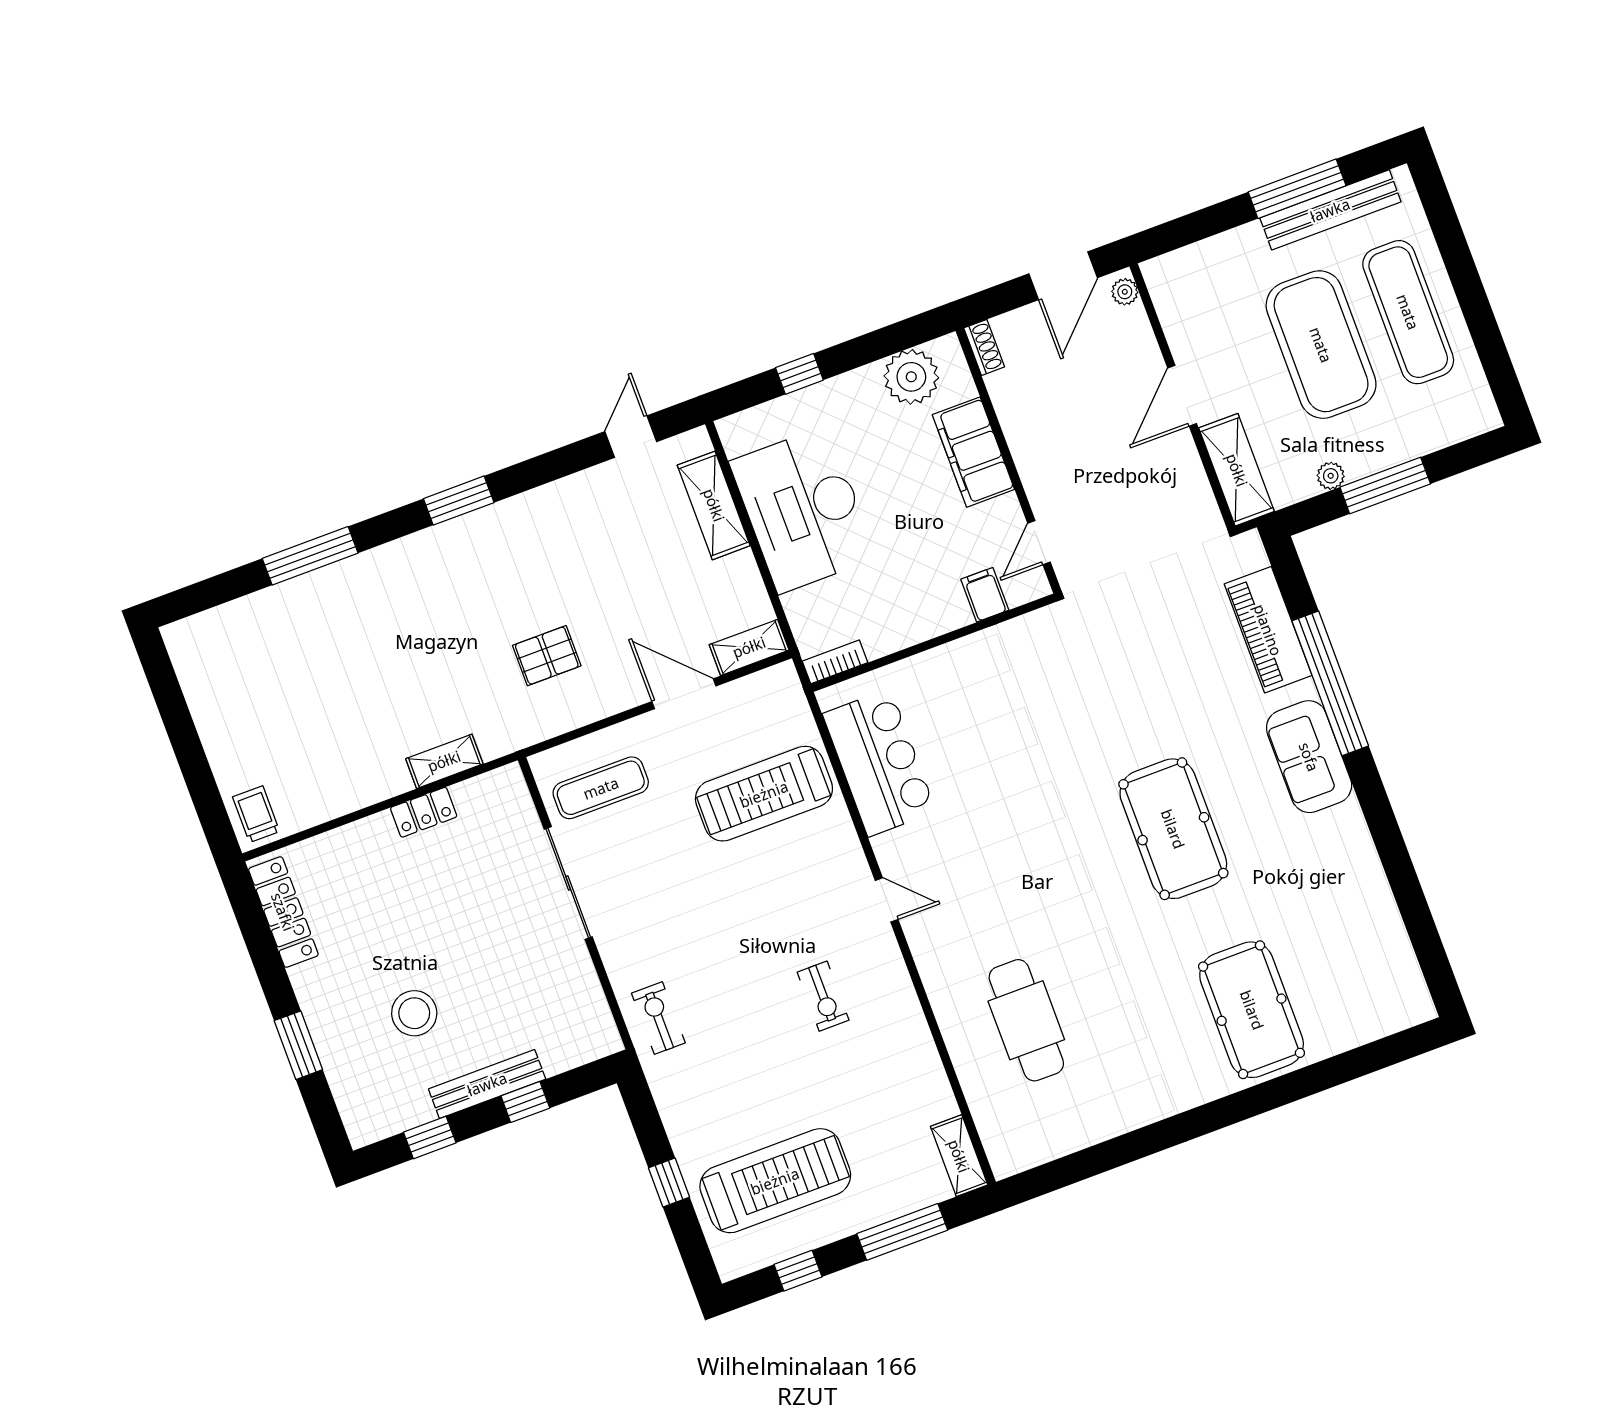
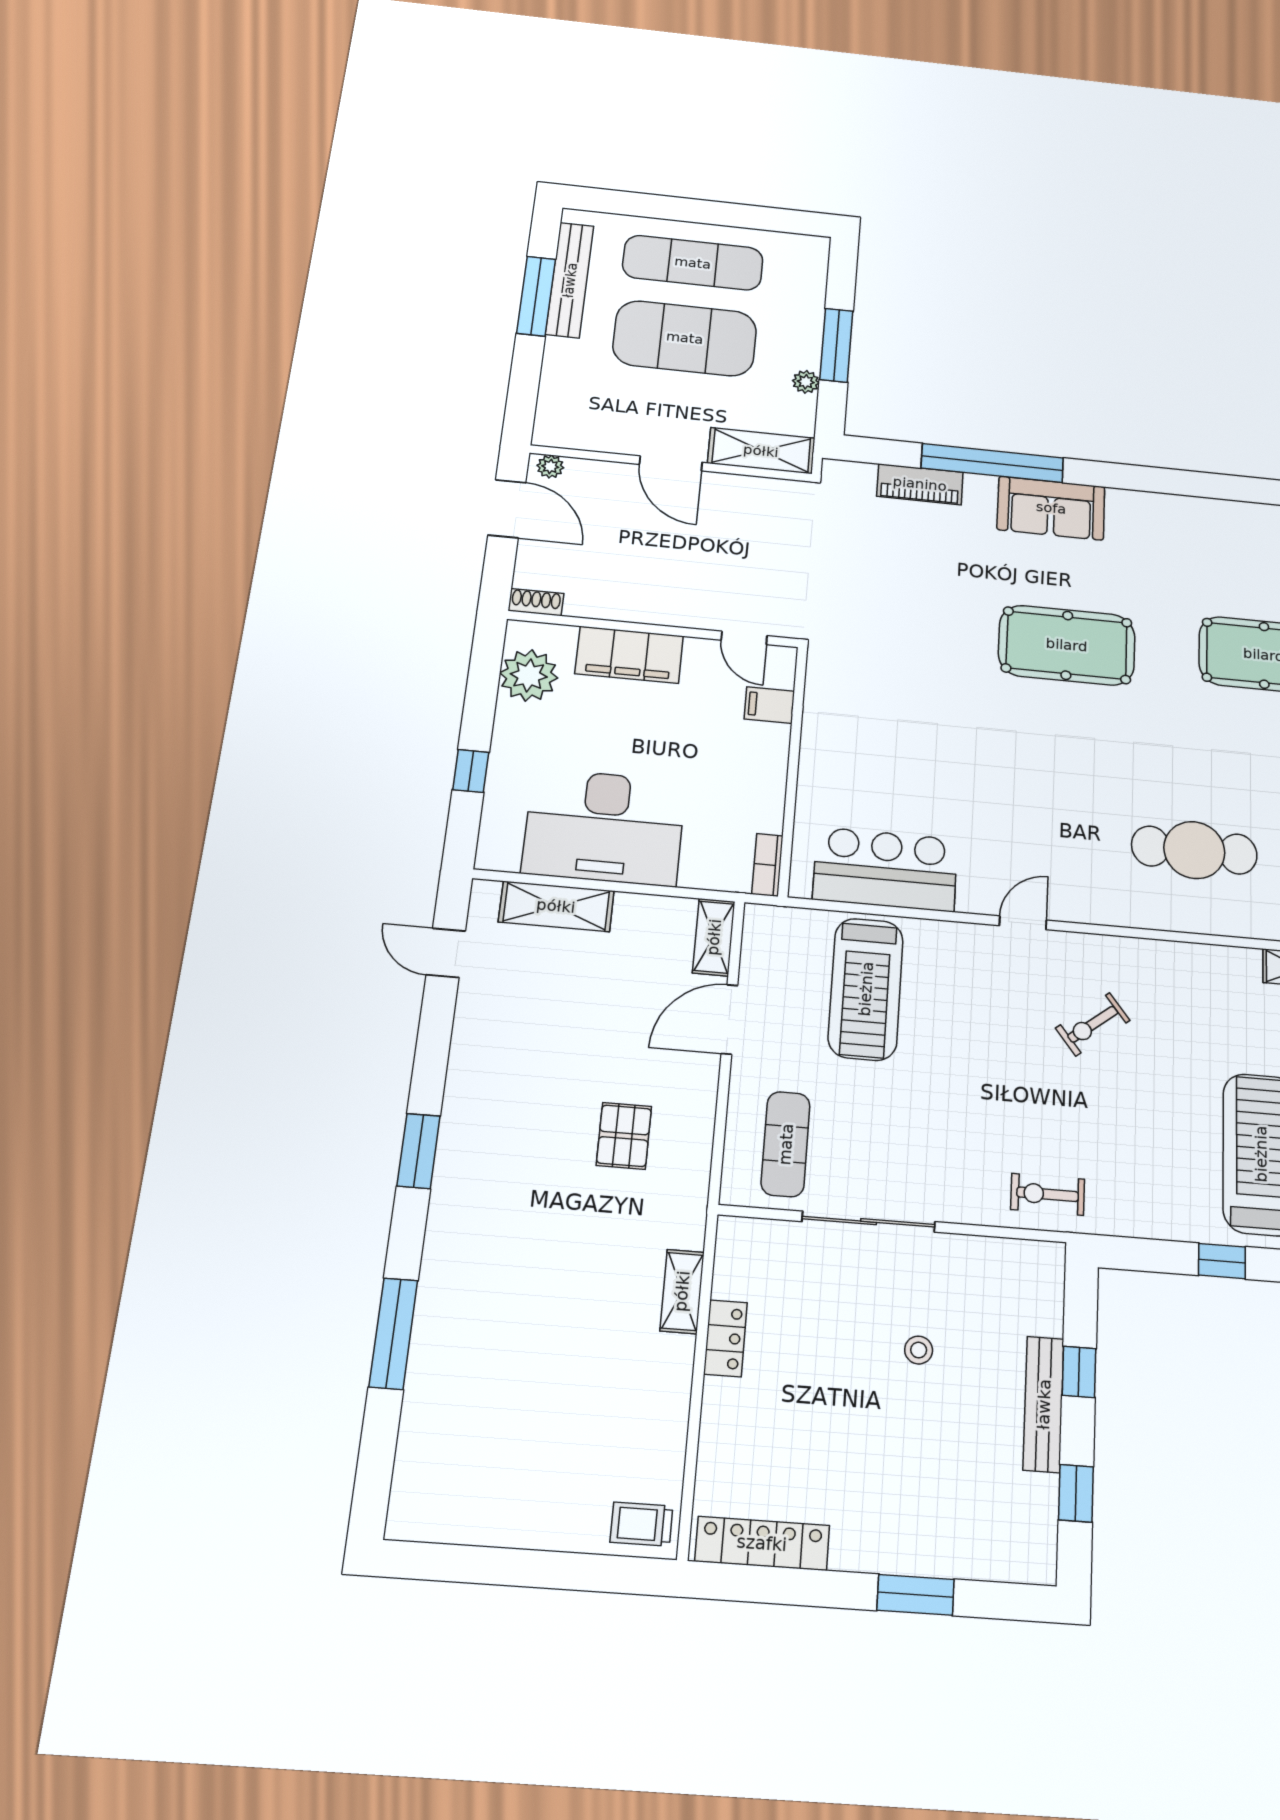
piano: (1268, 630) -> (920, 484), width x0.73, depth x0.75
exercise bike: (823, 996) -> (1093, 1024), turned 142
stool: (414, 1013) -> (919, 1350), moved, width x0.53, depth x0.53

